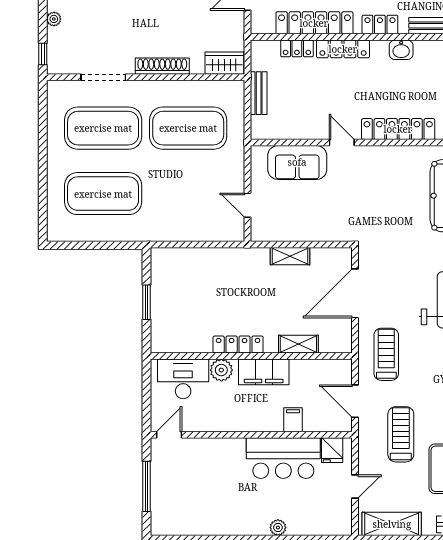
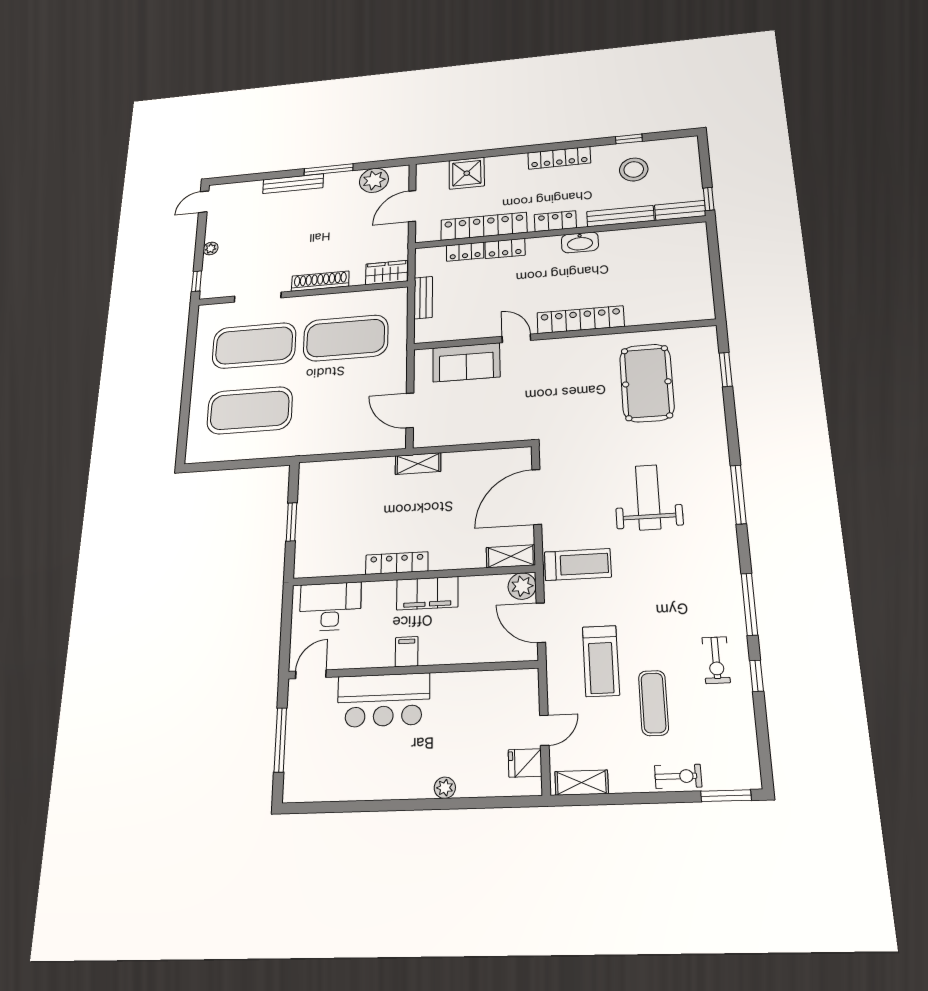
locker: (343, 49) -> (505, 248), width x0.66
washbasin: (401, 50) -> (580, 242), width x1.38
door: (247, 205) -> (410, 410), width x1.38
shelving: (290, 256) -> (418, 464), moved
shelving: (298, 344) -> (511, 556), moved
treadmill: (386, 354) -> (578, 565), turned 90
plant: (221, 370) -> (522, 586), moved
filing cabinet: (293, 420) -> (407, 652), moved
treadmill: (401, 434) -> (601, 661), turned 180
fridge: (332, 450) -> (525, 763), moved, turned 90
bar counter: (283, 458) -> (384, 700), moved
shelving: (392, 524) -> (582, 783), width x0.67, depth x0.75

